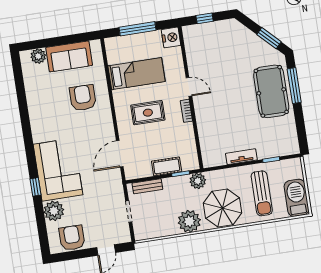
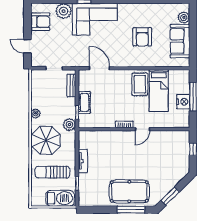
nightstand: (171, 37) -> (183, 102), moved, turned -90
armchair: (83, 98) -> (142, 37), moved, turned 90
rug: (148, 113) -> (140, 84), moved
barbecue: (297, 198) -> (60, 198), moved
plant: (189, 221) -> (35, 113), width x0.53, depth x0.53

